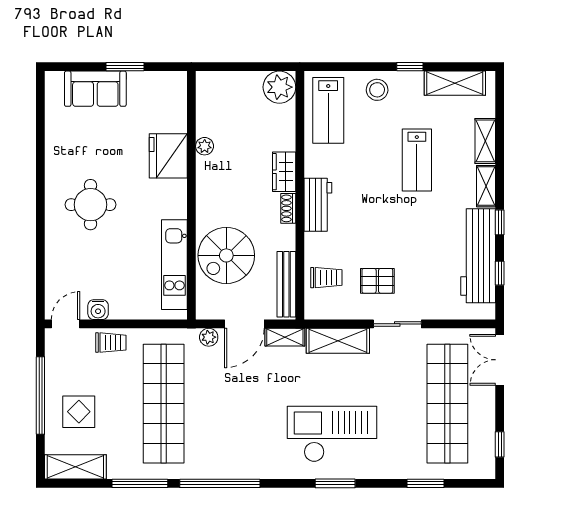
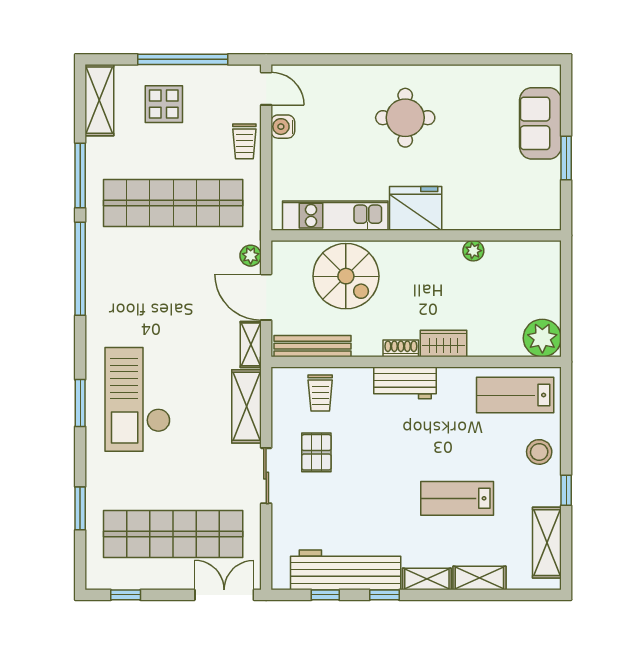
fridge: (168, 156) -> (416, 208), moved
spiral stairs: (226, 255) -> (346, 276), turned 180
checkout: (332, 434) -> (138, 399), turned 180

